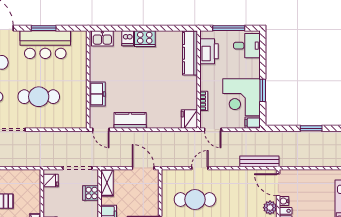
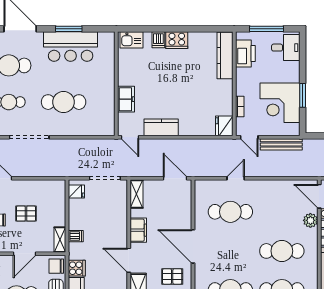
filing cabinet: (253, 123) -> (292, 130), removed
bench: (259, 161) -> (281, 144), moved
cooker: (91, 193) -> (119, 205), removed

